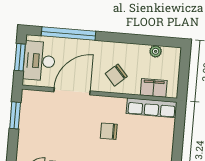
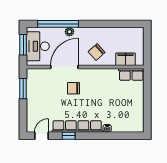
plant: (156, 51) -> (69, 32), moved
row of seats: (152, 108) -> (131, 74), width x0.68
chair: (109, 131) -> (74, 88), moved

